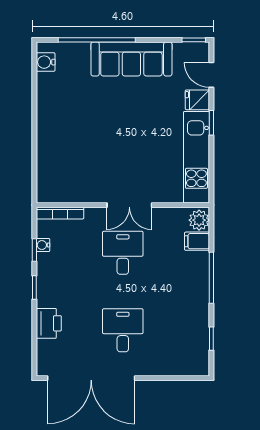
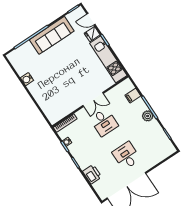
water cooler: (46, 62) -> (27, 79), moved
plant: (199, 220) -> (148, 116), moved
desk: (123, 253) -> (104, 122), turned 180

